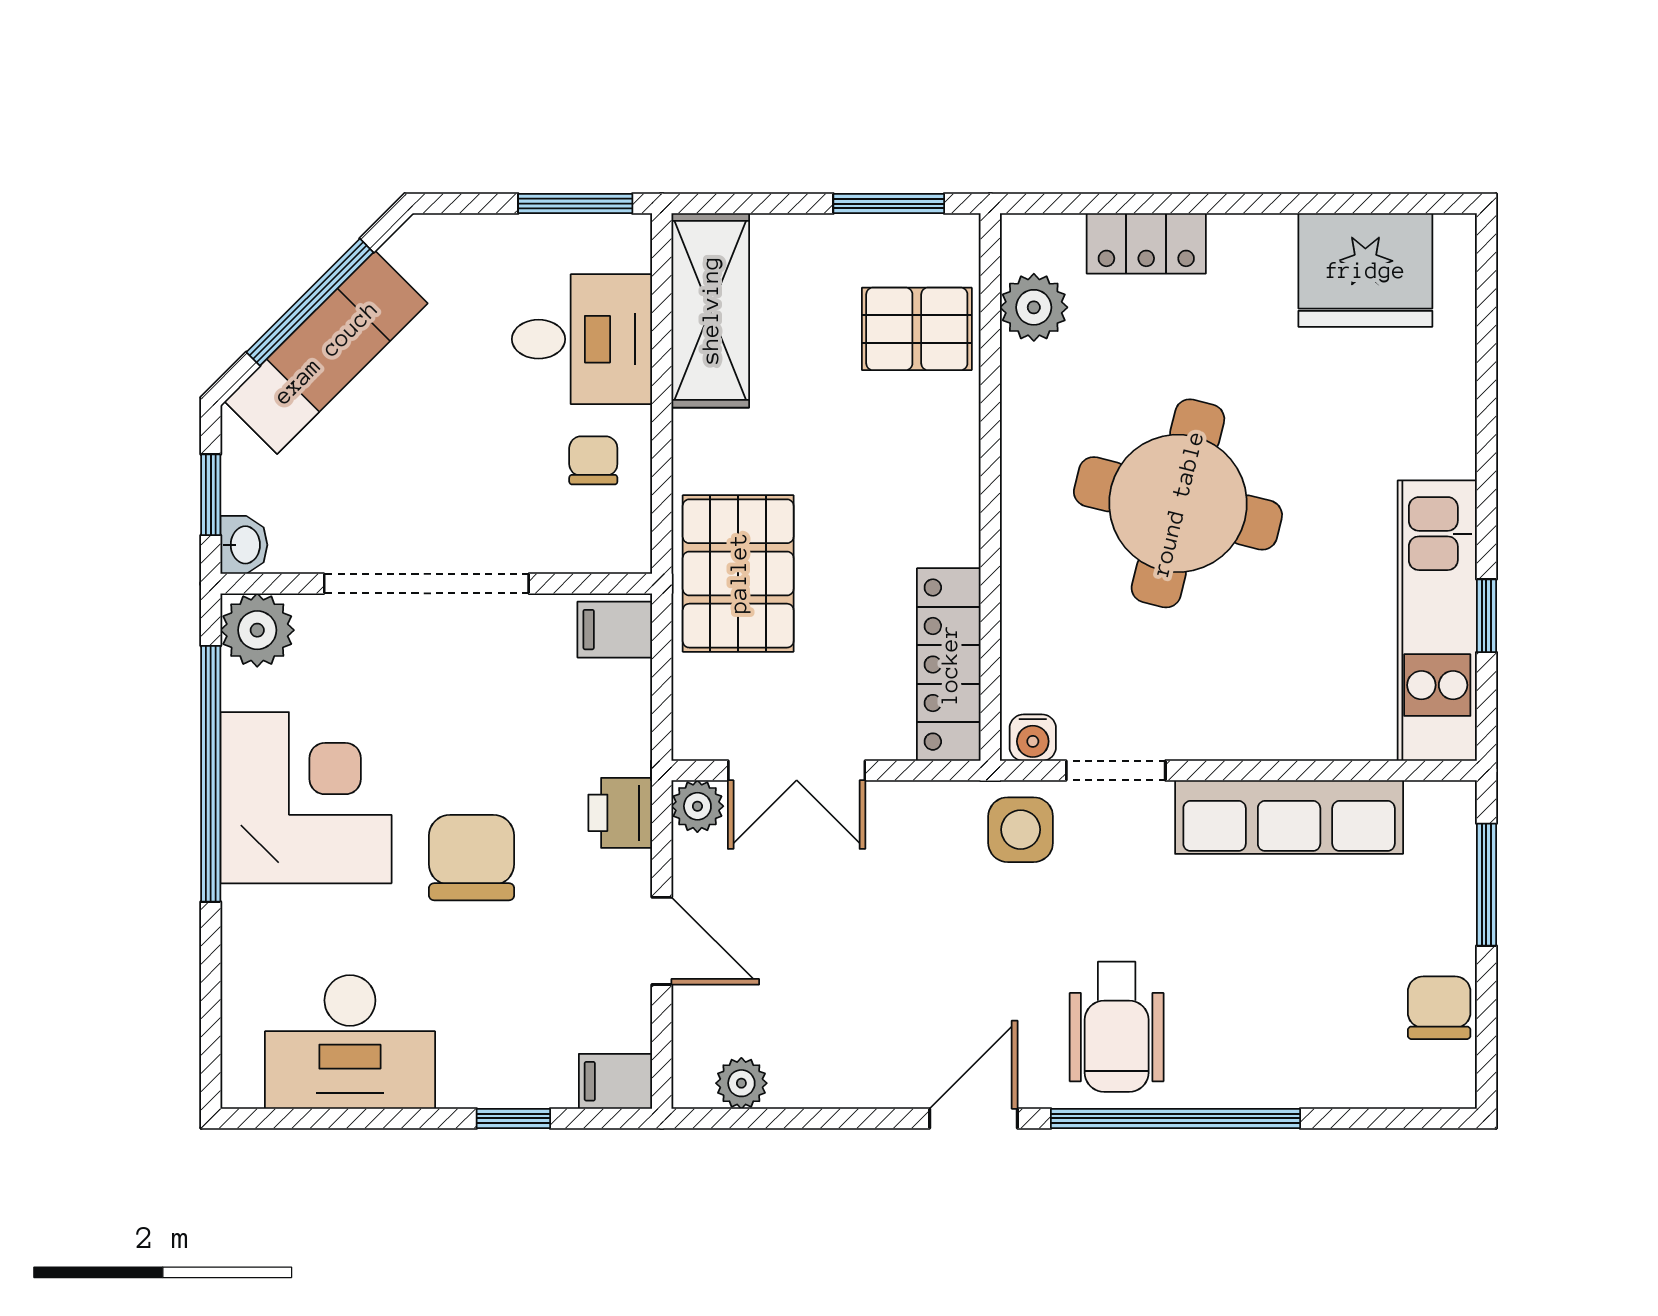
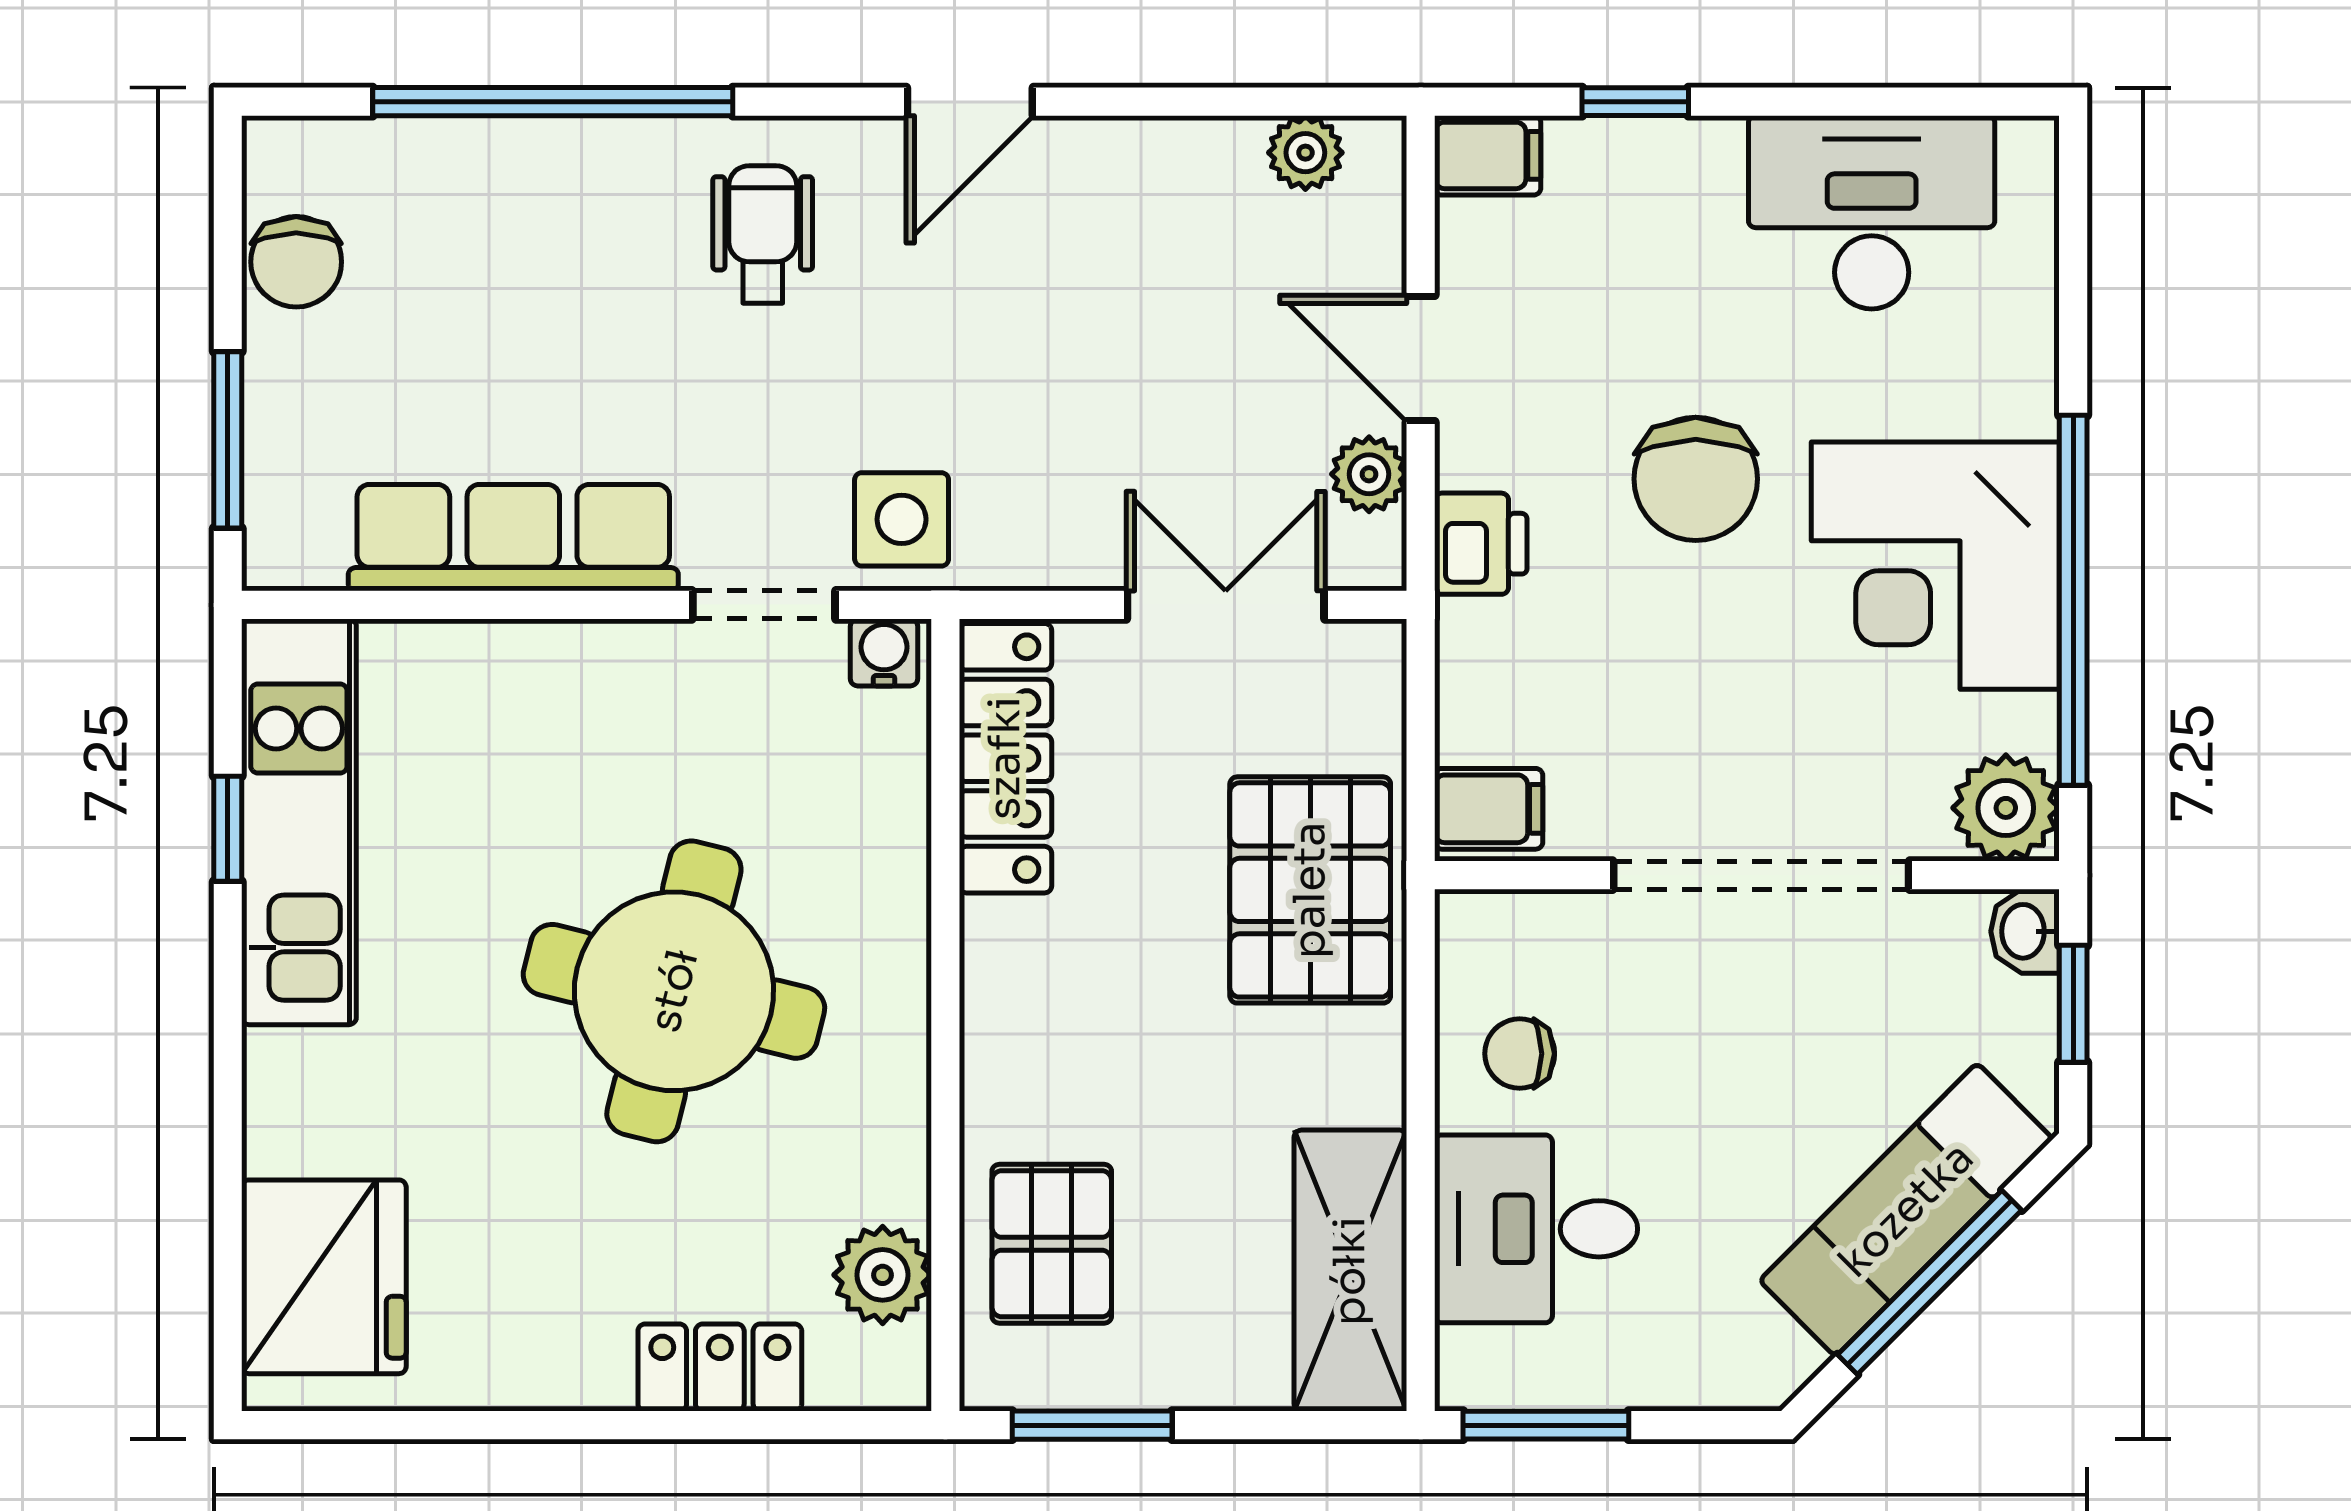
fridge: (1365, 270) -> (324, 1277), moved, turned 90
pallet: (917, 329) -> (1052, 1244), turned 90
chair: (593, 460) -> (1520, 1054), turned 90
plant: (697, 806) -> (1369, 474), moved
wheelchair: (1117, 1027) -> (763, 234), width x0.73, depth x0.73
window: (1176, 1118) -> (553, 102), moved

